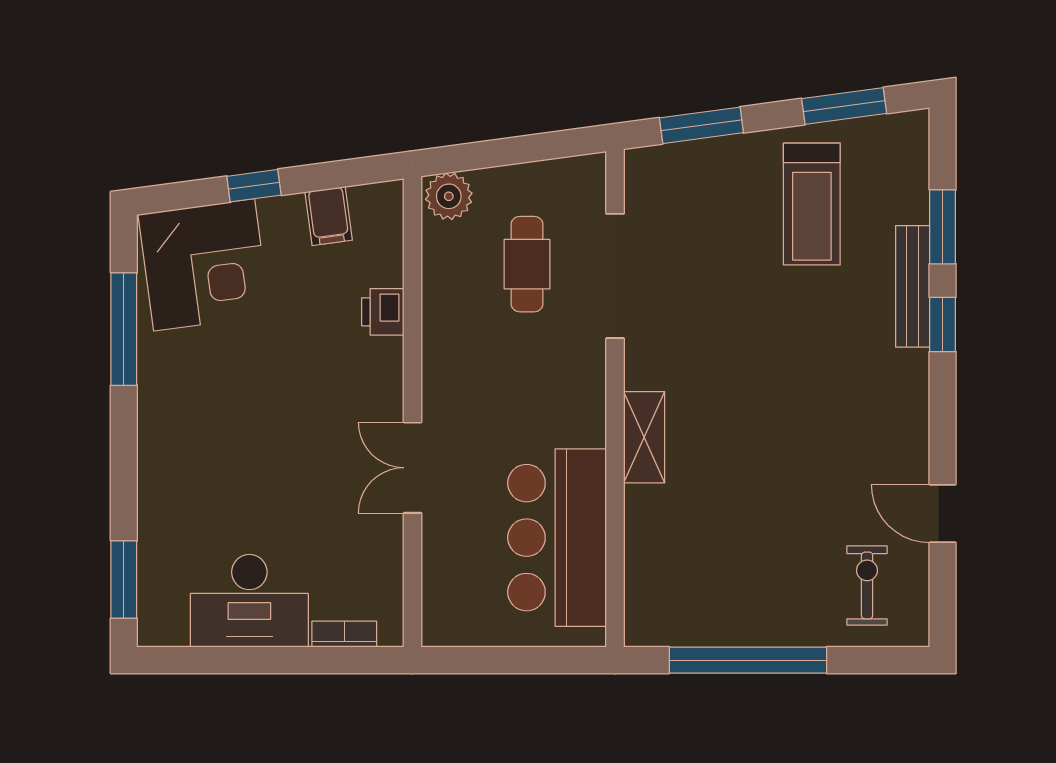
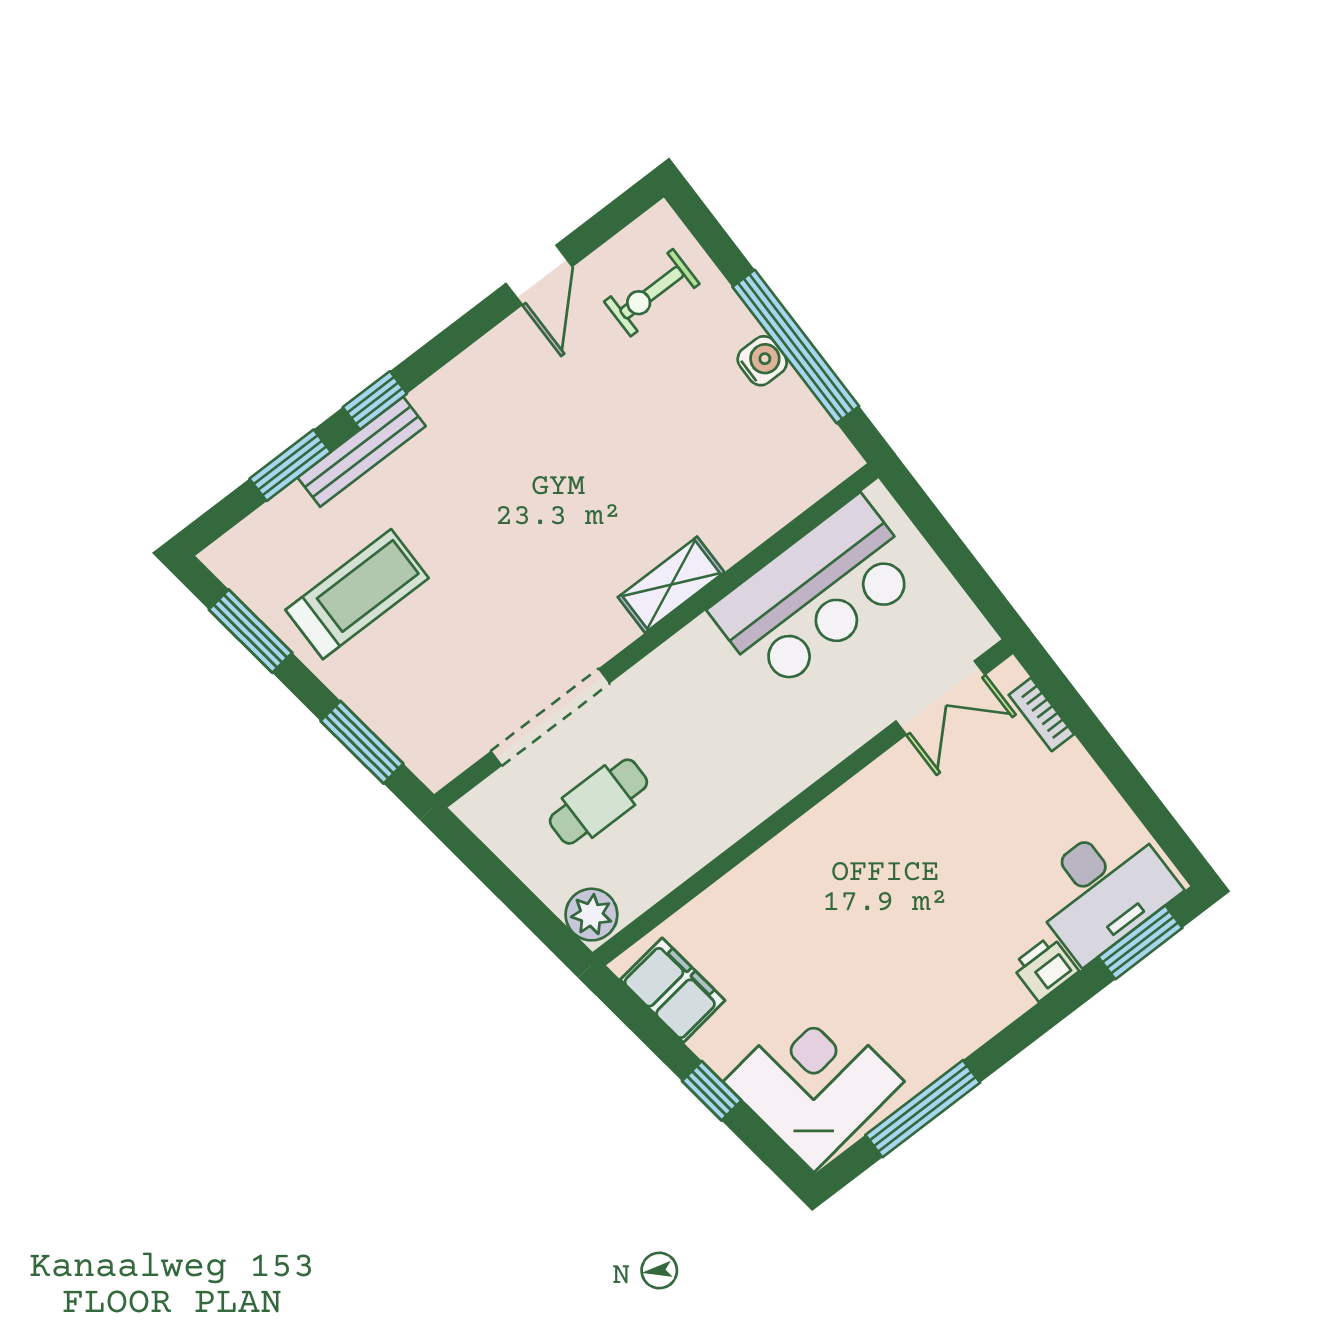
filing cabinet: (329, 216) -> (673, 990), width x2.00
printer: (383, 312) -> (1045, 968), moved, turned 180
double door: (413, 468) -> (940, 698), moved
desk: (249, 601) -> (1103, 889), moved, turned 90
water cooler: (756, 628) -> (762, 361), added

